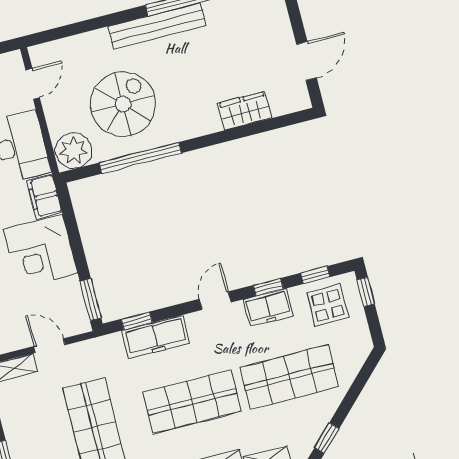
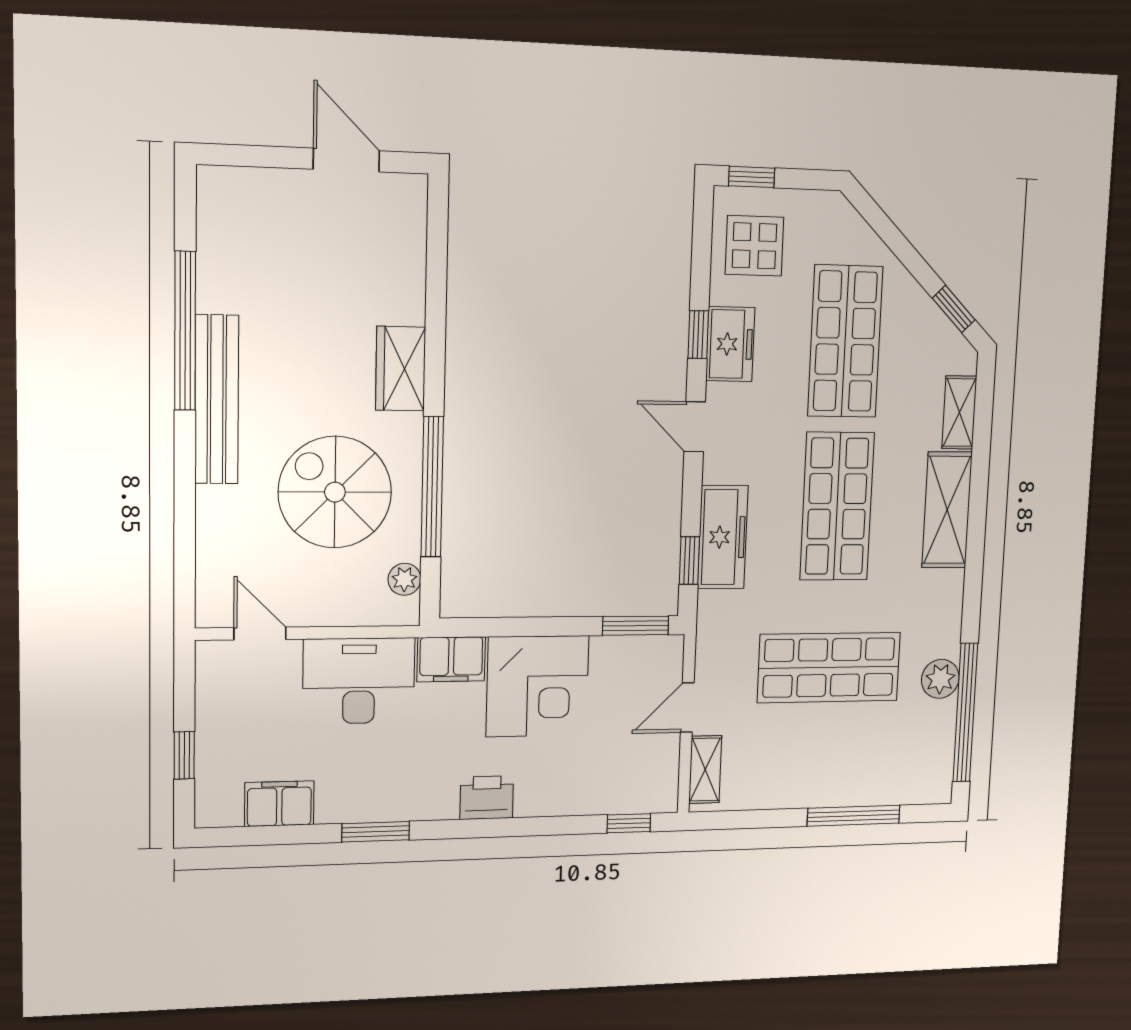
wardrobe: (245, 111) -> (401, 369), moved
plant: (74, 151) -> (404, 579), width x0.53, depth x0.53
window: (315, 275) -> (702, 252), removed

